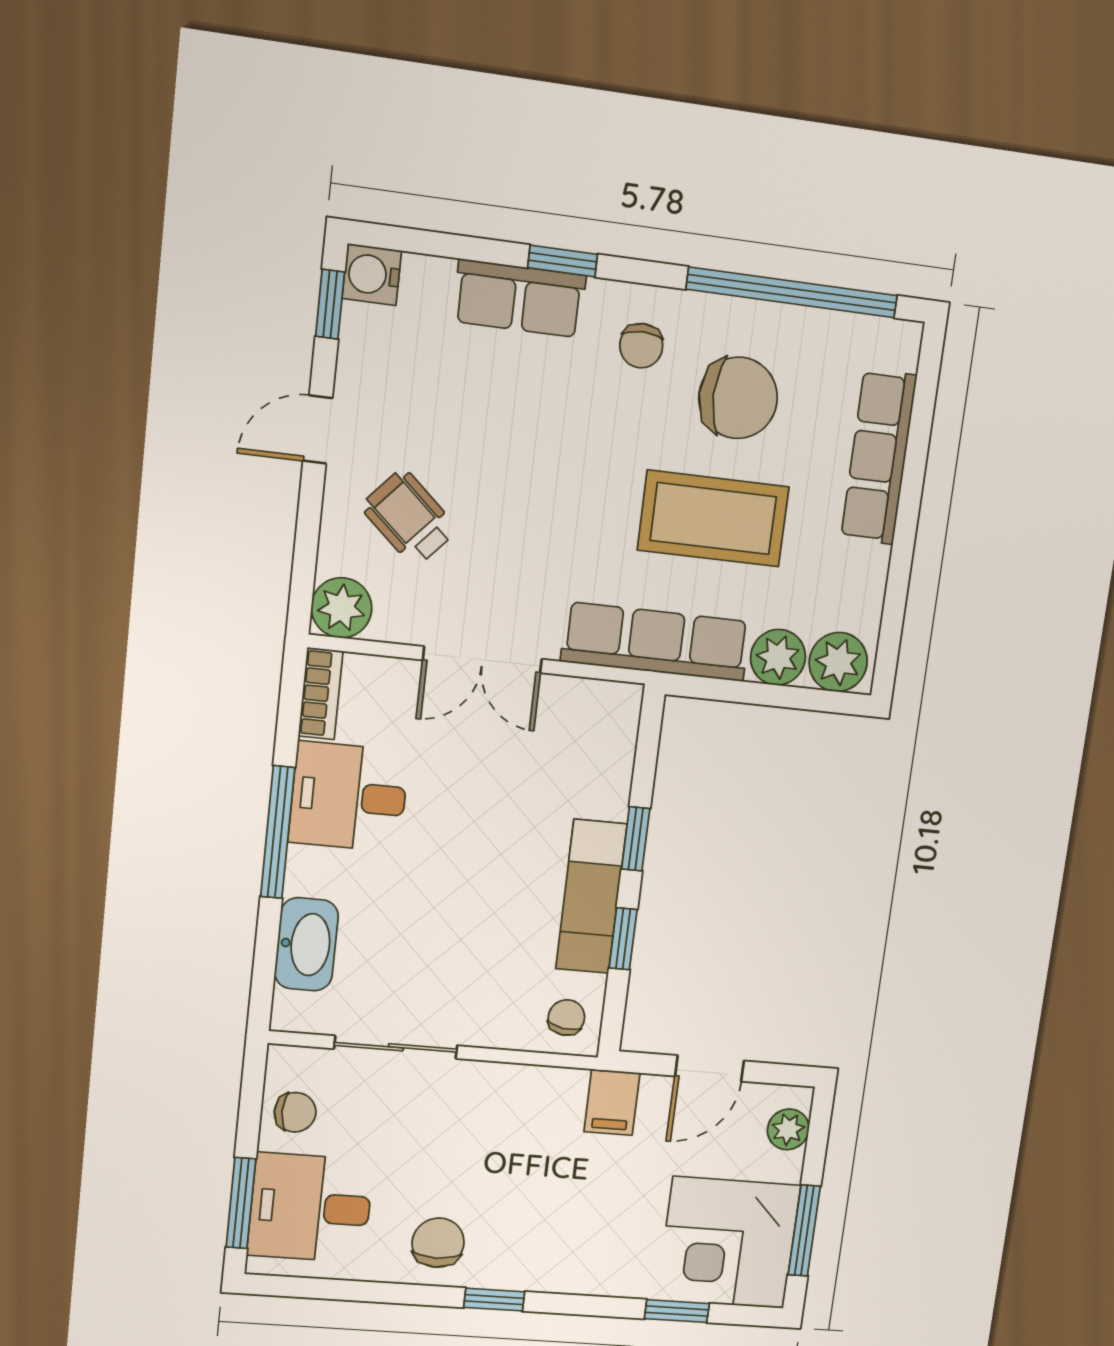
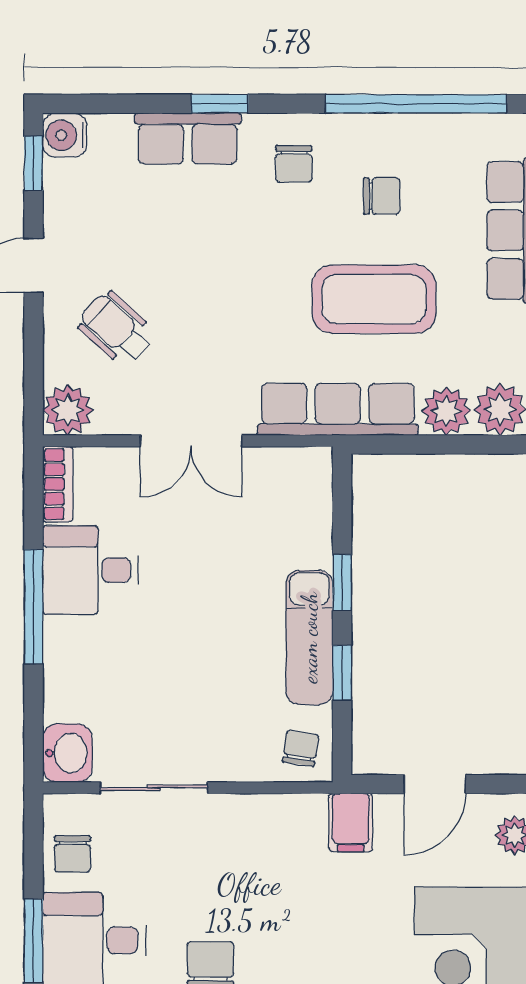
chair: (738, 398) -> (382, 196), width x0.54, depth x0.54
washbasin: (306, 944) -> (67, 753), moved, width x0.72
chair: (295, 1112) -> (72, 854), turned 90

